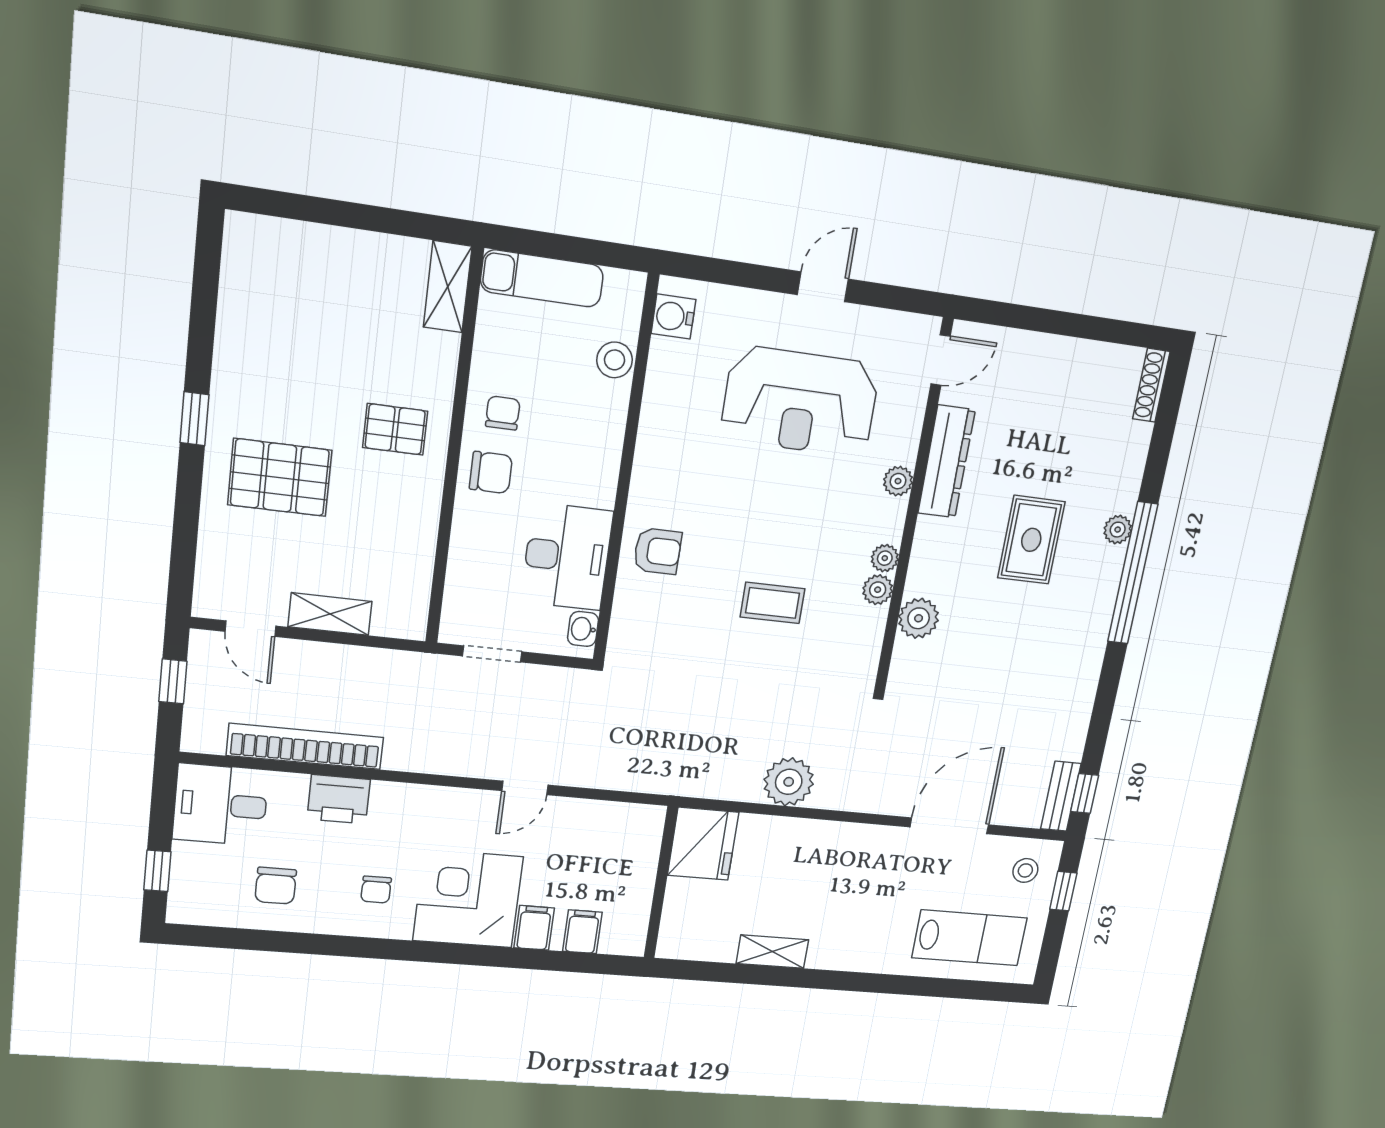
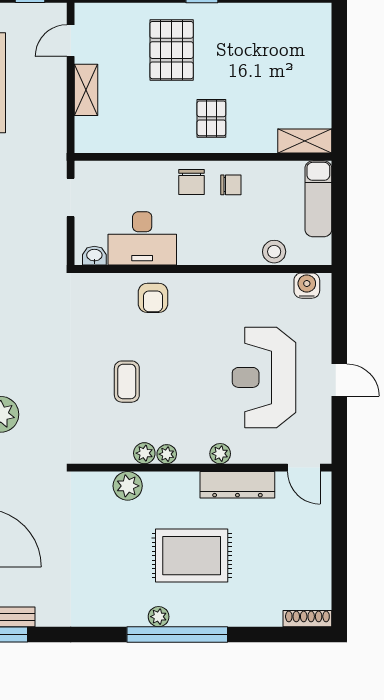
plant: (1118, 530) -> (159, 617), moved
rug: (1031, 540) -> (192, 556), width x1.36, depth x1.43

